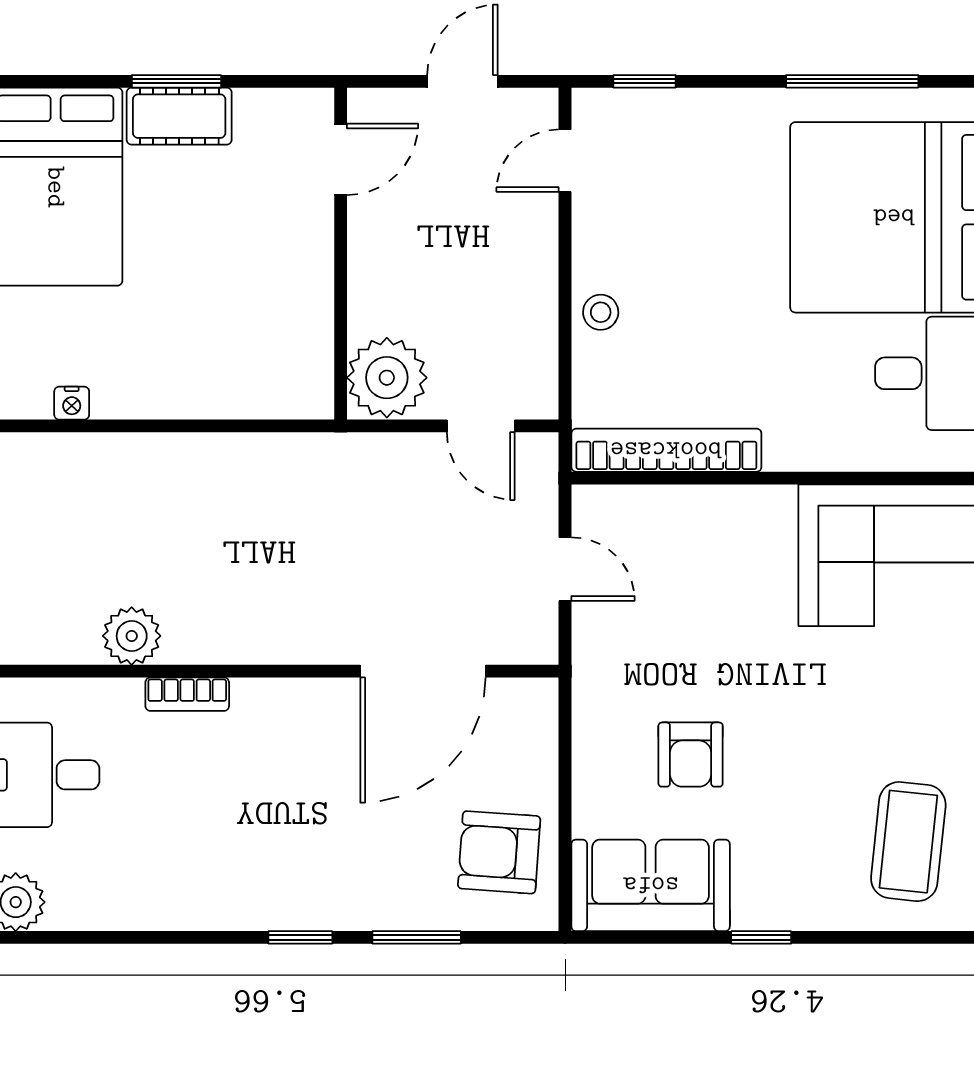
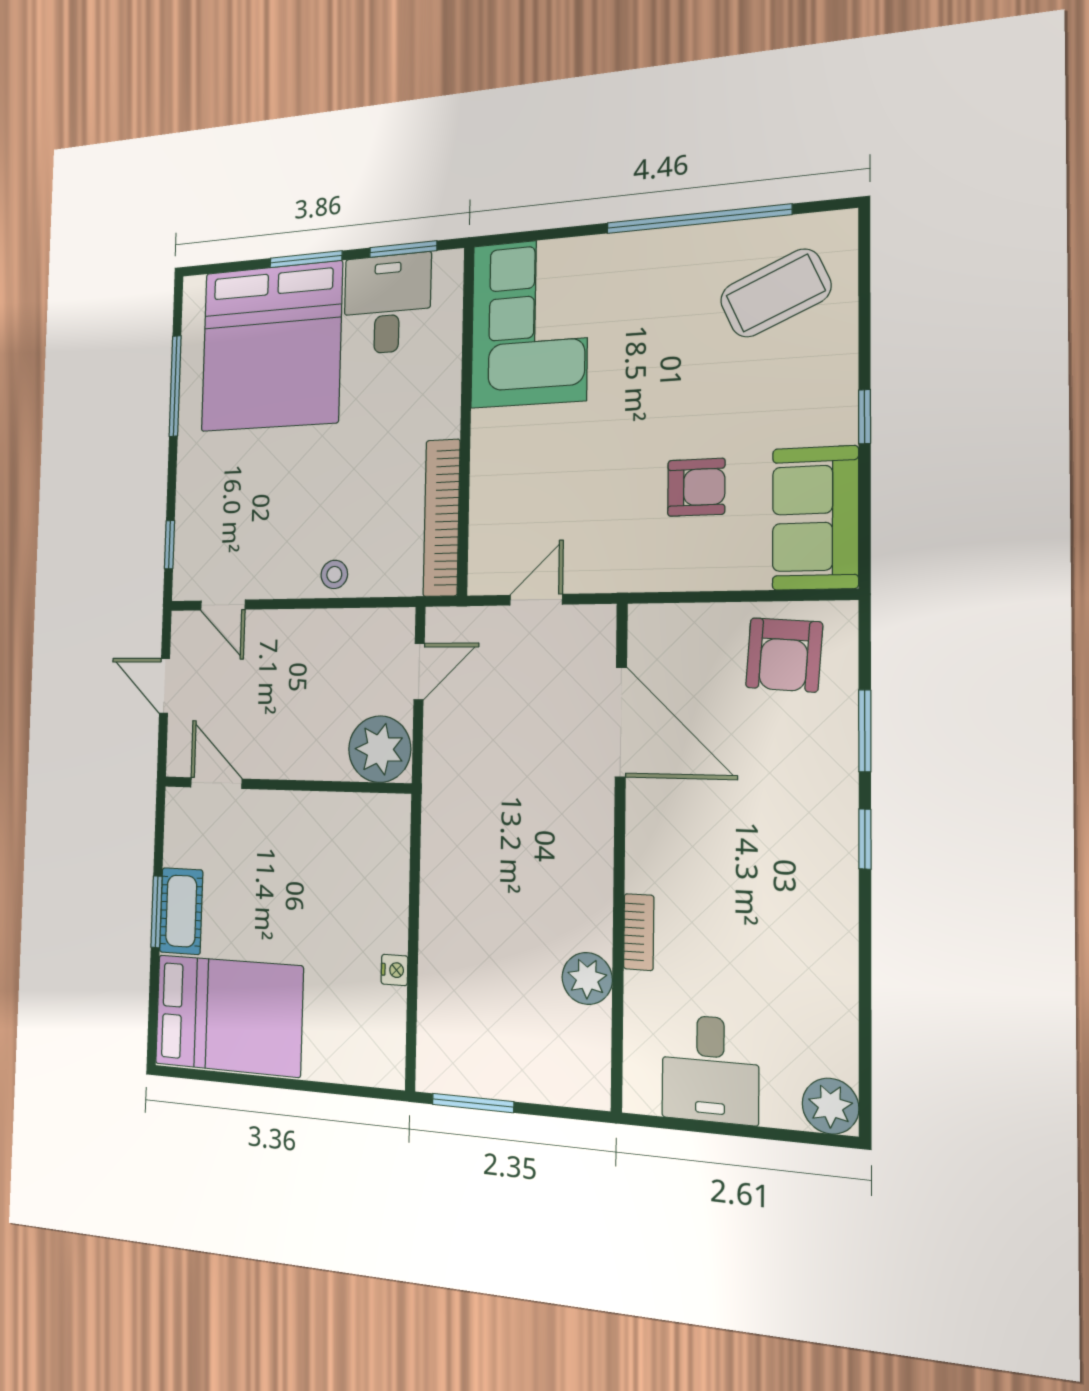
nightstand: (72, 403) -> (394, 970), moved
coffee table: (908, 842) -> (775, 293), turned -30

